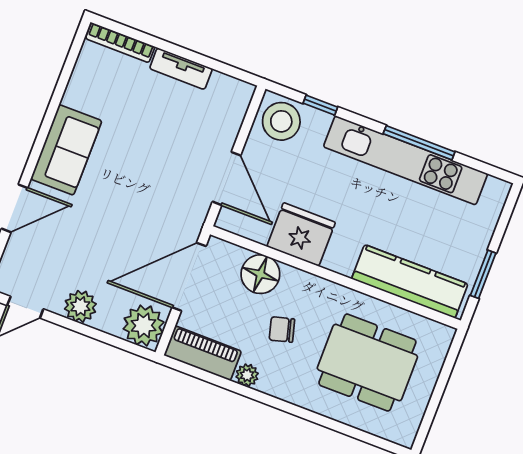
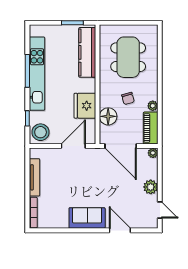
tv unit: (181, 69) -> (34, 177), width x1.41
plant: (144, 326) -> (153, 153), width x0.53, depth x0.53

